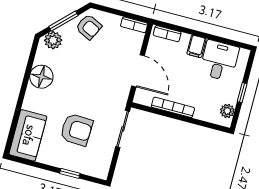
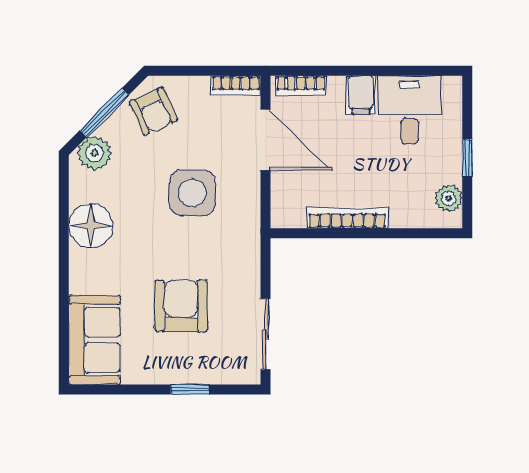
armchair: (89, 27) -> (154, 111), turned 40
door: (138, 71) -> (266, 140), moved
side table: (97, 74) -> (192, 193), added
sliding door: (123, 129) -> (266, 334), moved
armchair: (76, 130) -> (181, 306), turned -92

